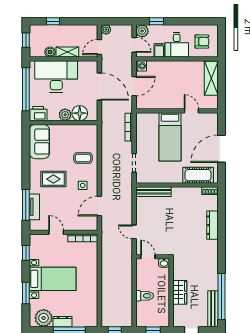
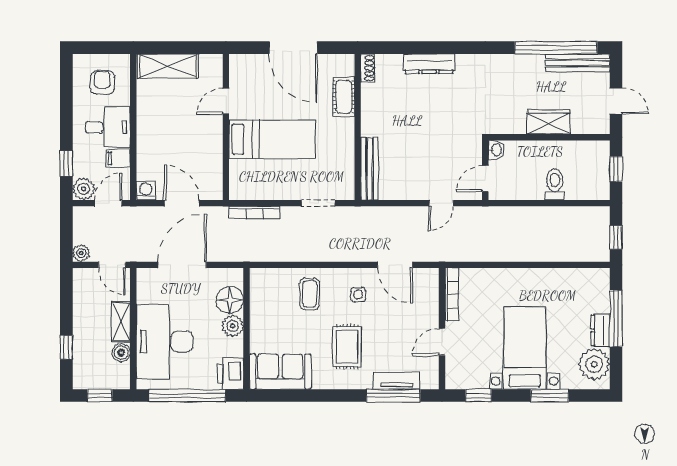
cot: (198, 175) -> (344, 97), width x0.73, depth x0.75

